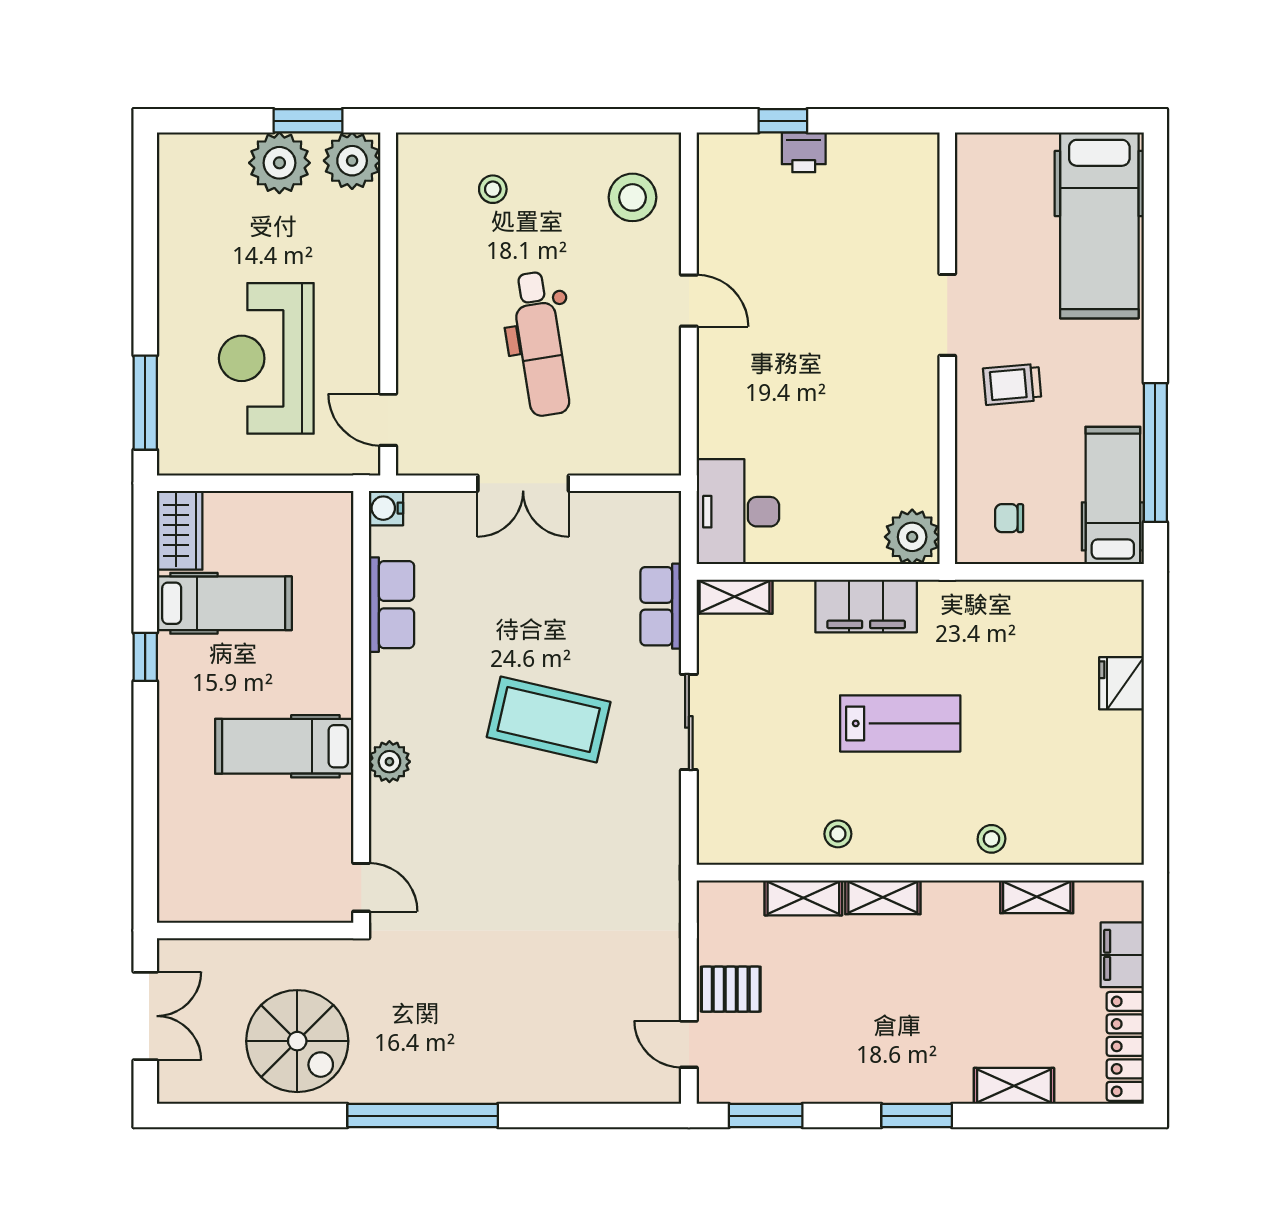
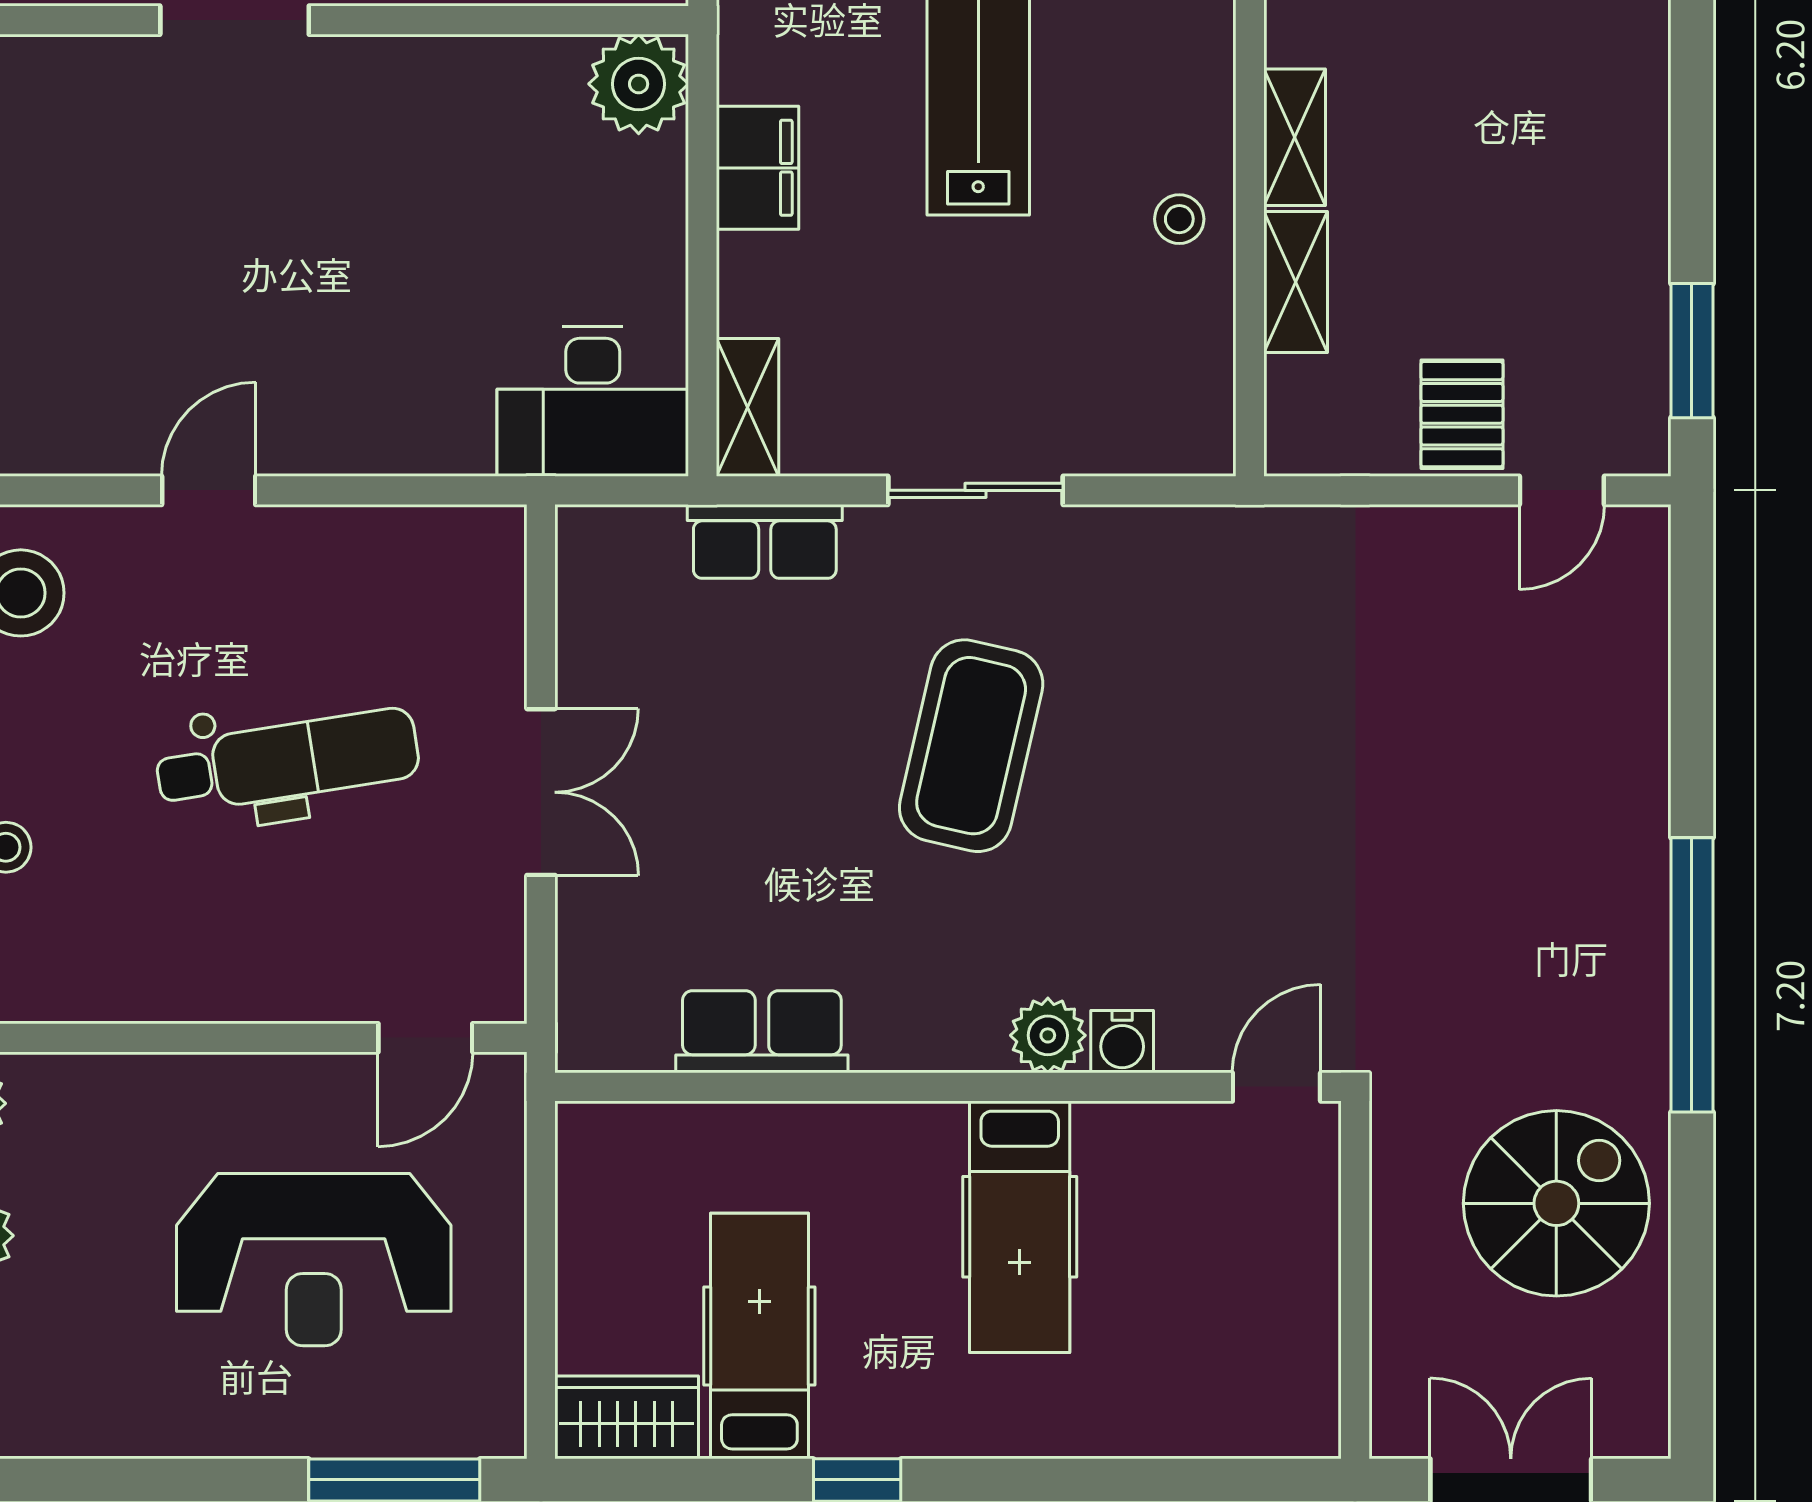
water cooler: (386, 508) -> (1122, 1042), moved
filing cabinet: (866, 606) -> (758, 168), width x0.67, depth x0.86
window: (917, 1116) -> (1692, 76), removed

